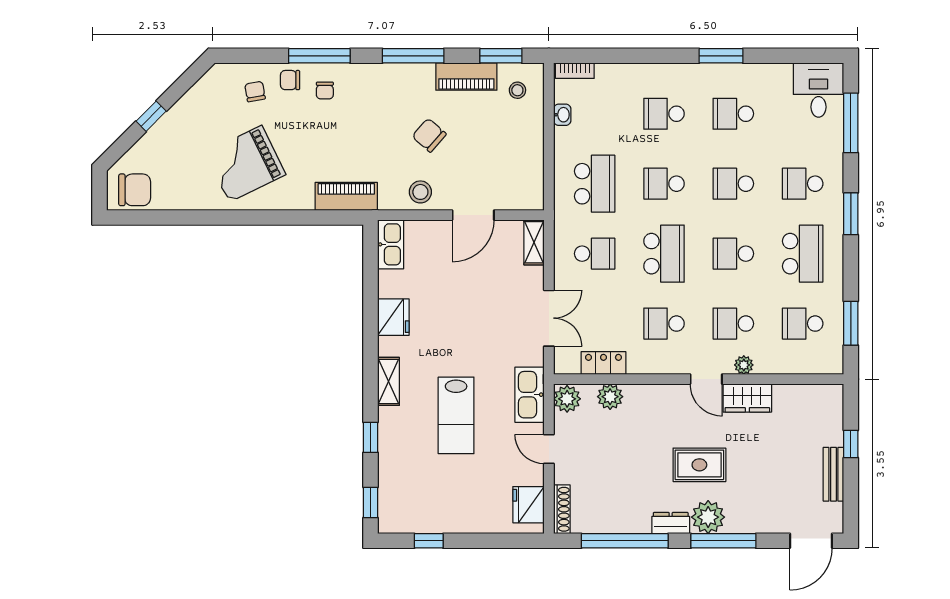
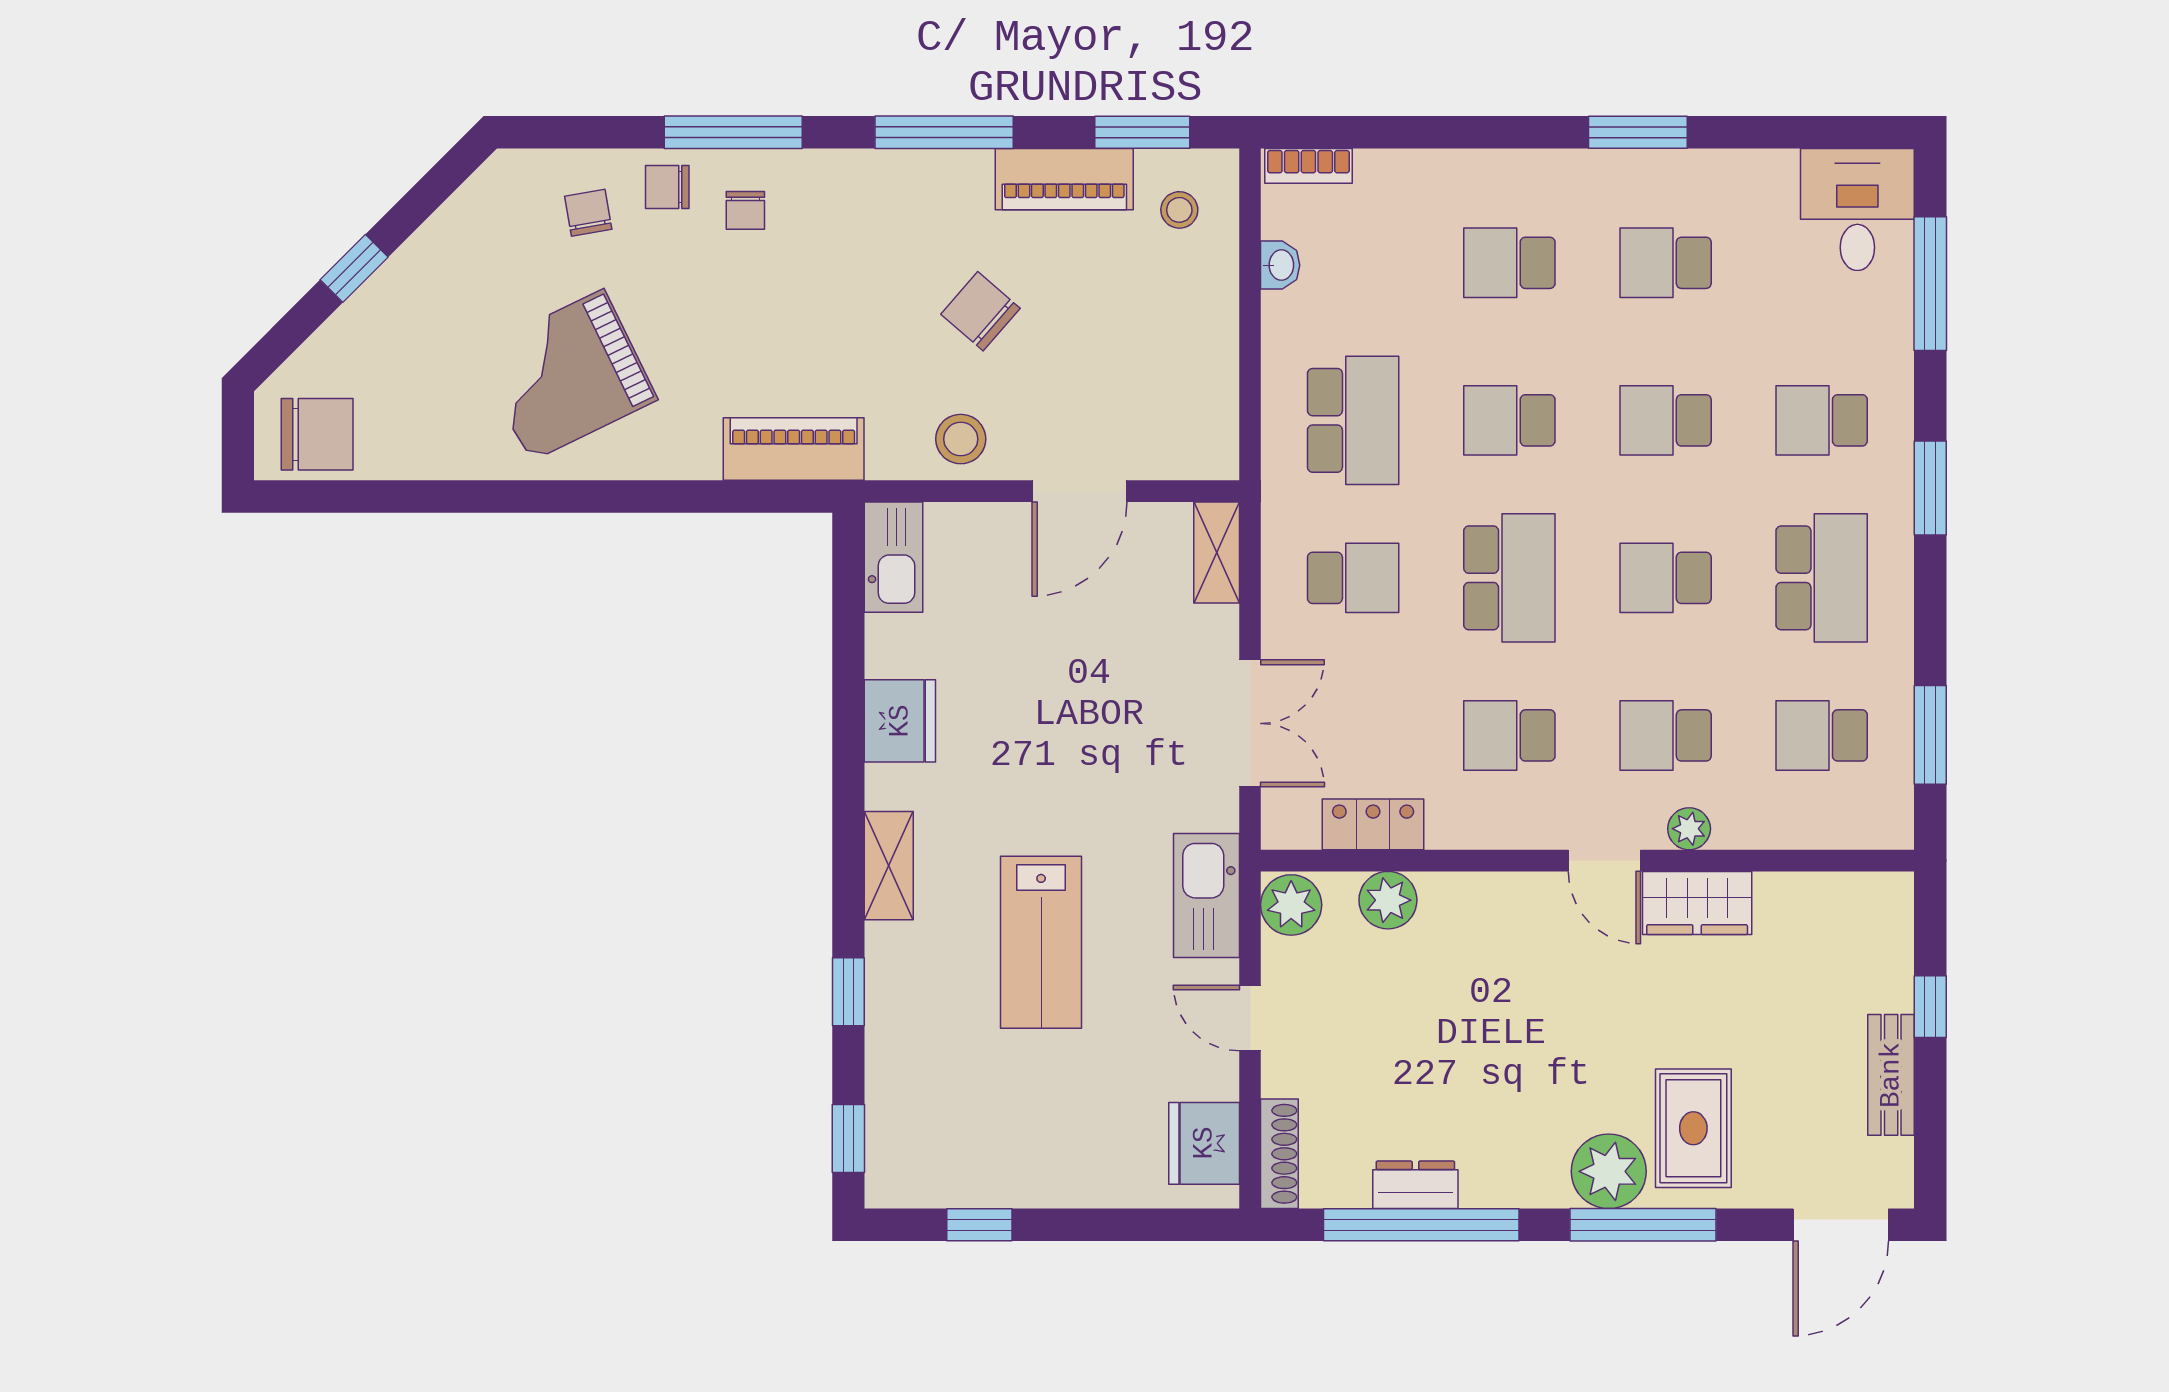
rug: (699, 465) -> (1693, 1128), moved, turned 90
dresser: (671, 523) -> (1415, 1185), moved

